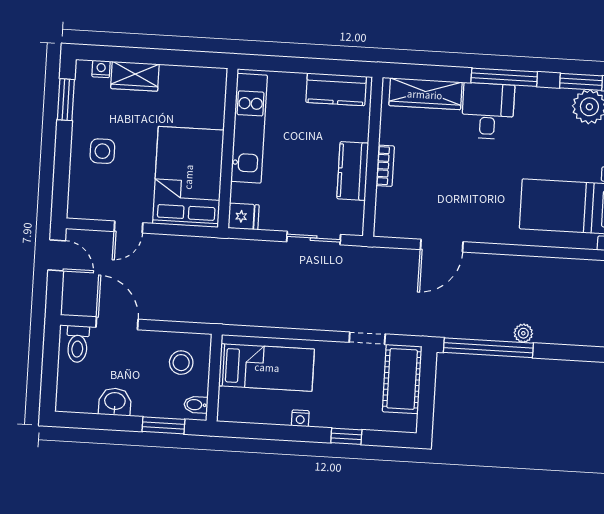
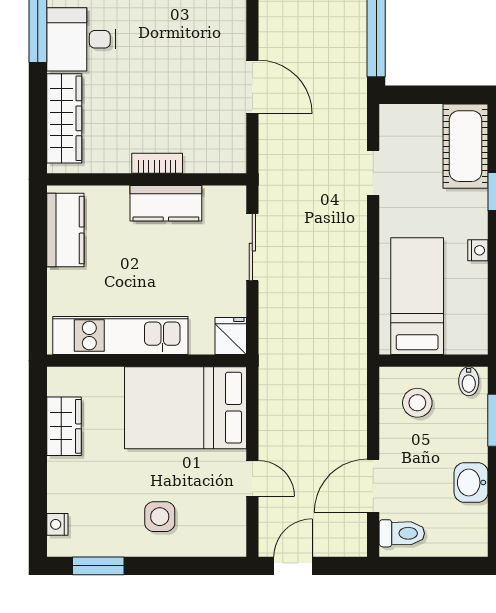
wardrobe: (135, 76) -> (64, 426), moved
cot: (402, 379) -> (465, 146), moved, turned 90

